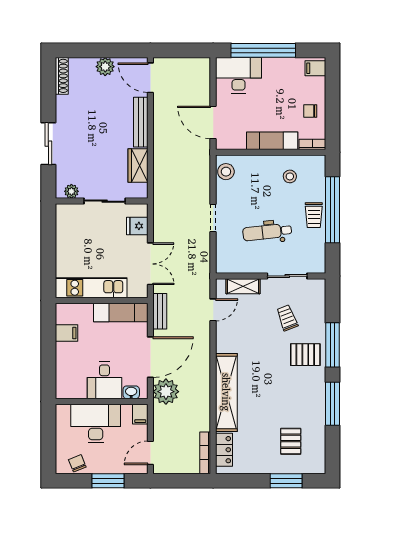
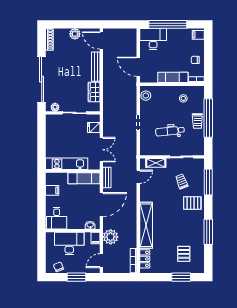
sliding door: (48, 144) -> (42, 79), width x1.86
window: (332, 345) -> (208, 182), moved
desk: (104, 380) -> (57, 218), moved
plant: (166, 392) -> (111, 237), moved

